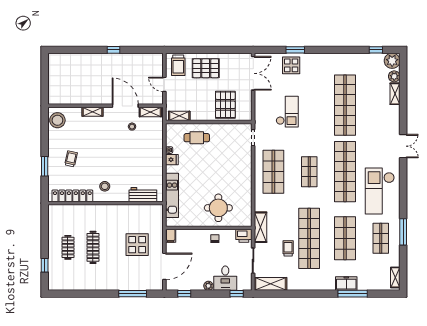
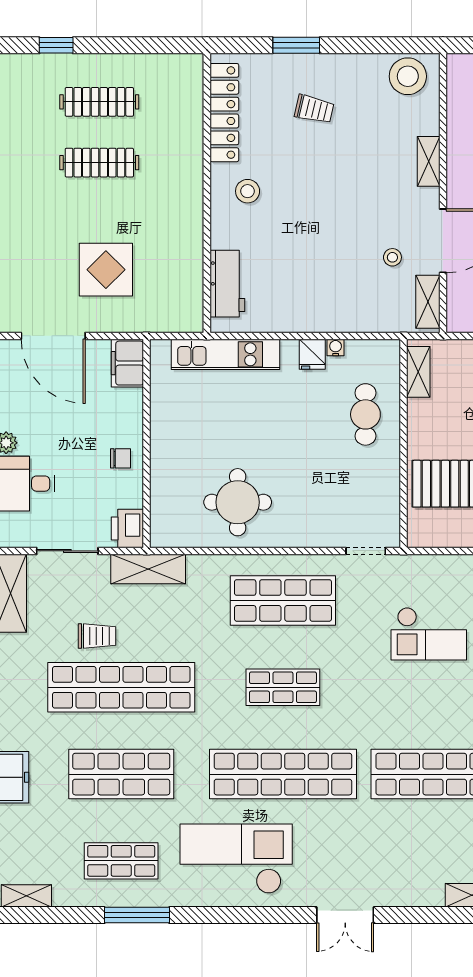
round table: (218, 208) -> (238, 502), moved
filing cabinet: (171, 236) -> (127, 363), width x2.00
clothes rail: (68, 247) -> (99, 102), width x1.36

